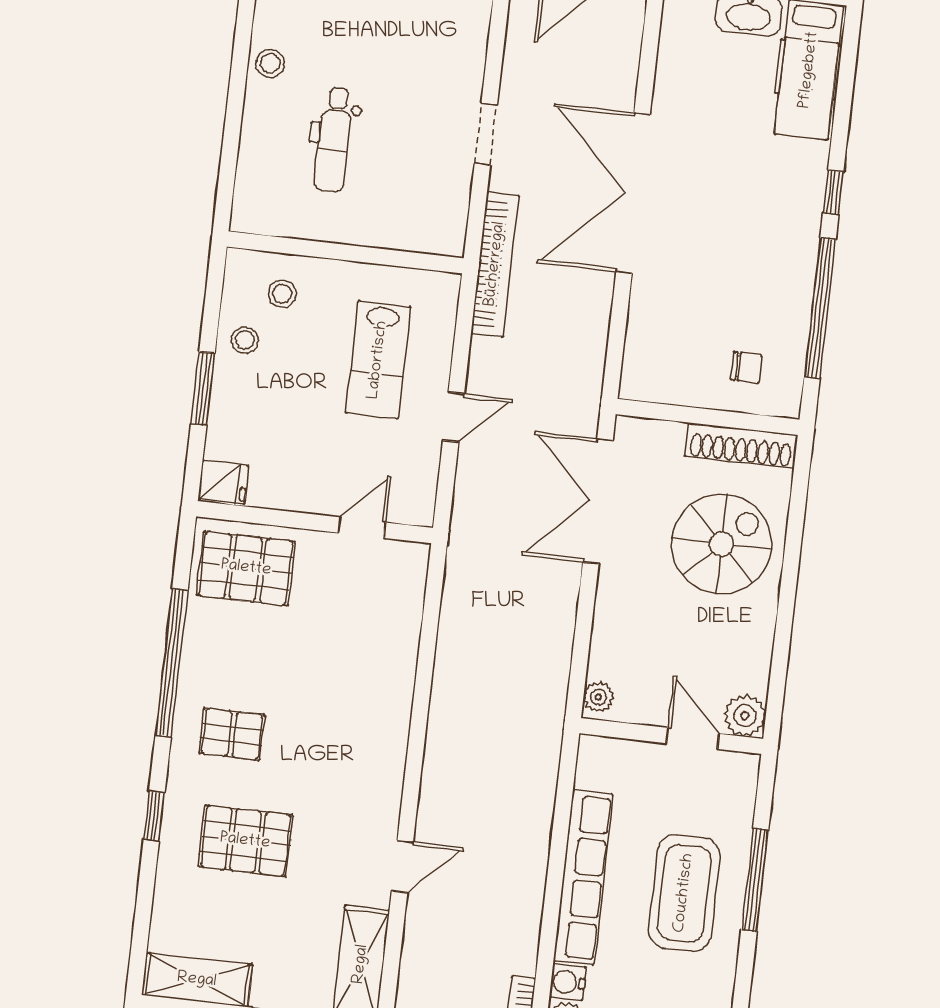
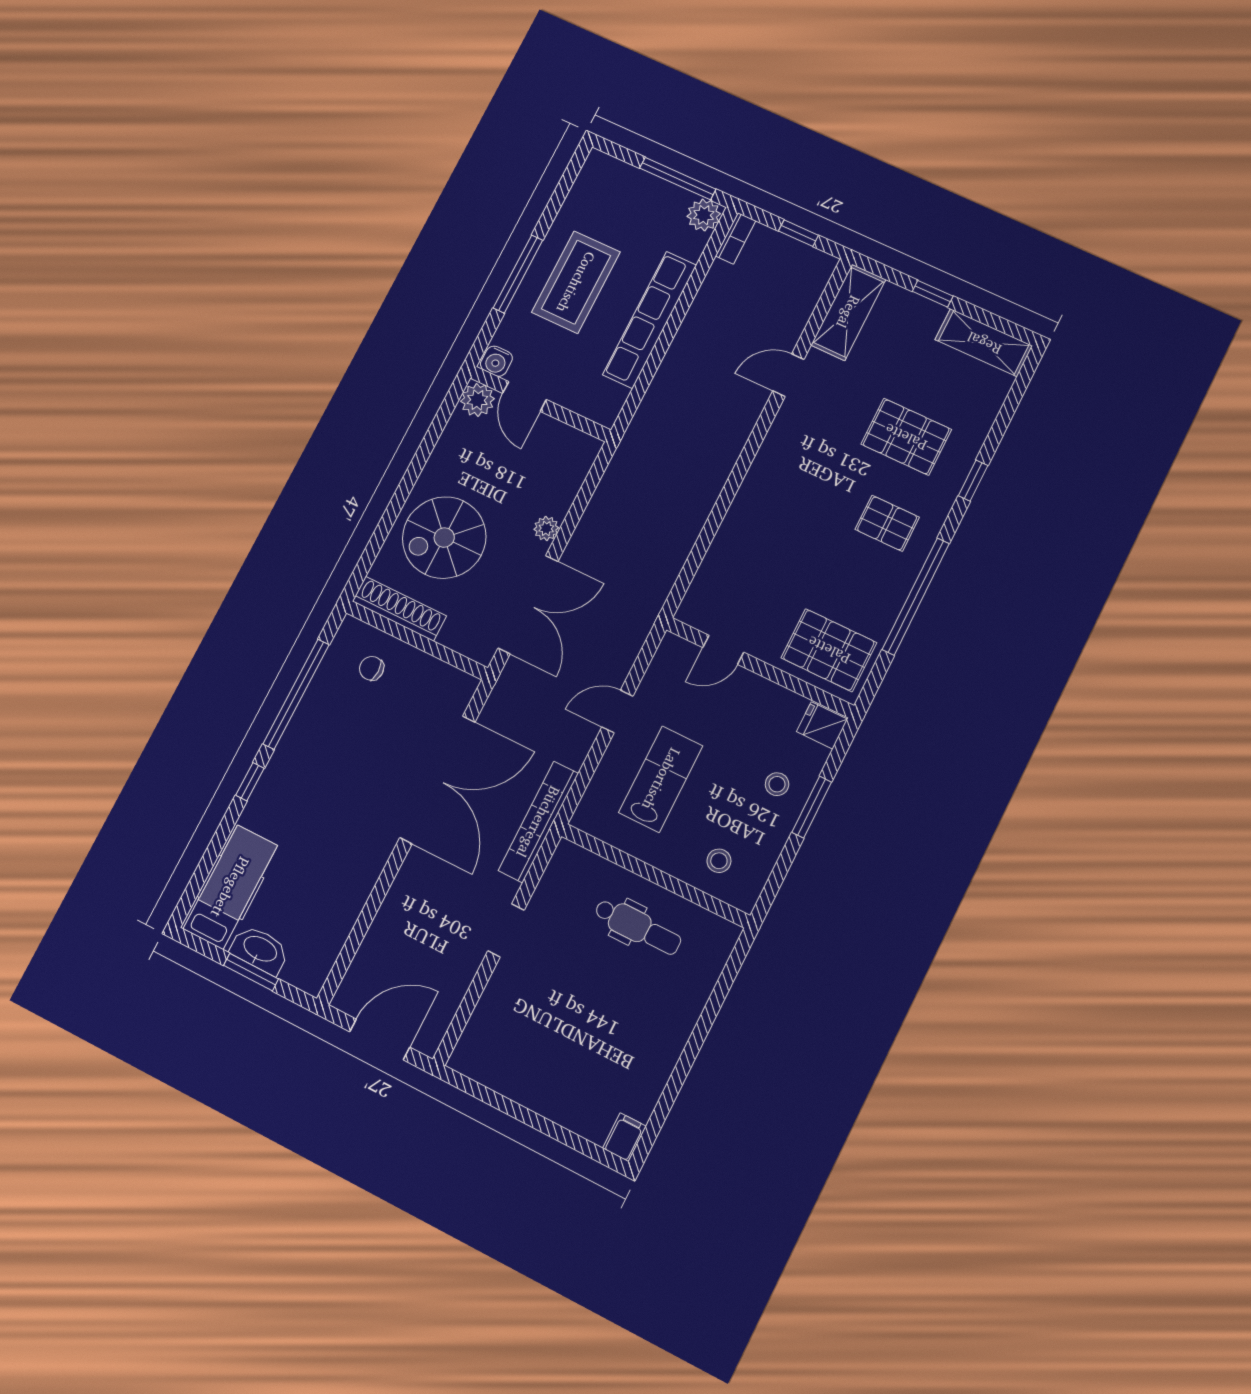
stool: (270, 63) -> (660, 1055), removed
dental chair: (334, 139) -> (638, 927), moved, turned 90
double door: (633, 193) -> (437, 780), moved
stool: (245, 340) -> (777, 784), moved
plant: (598, 697) -> (546, 528), moved
water cooler: (568, 982) -> (496, 361), moved, turned 90

